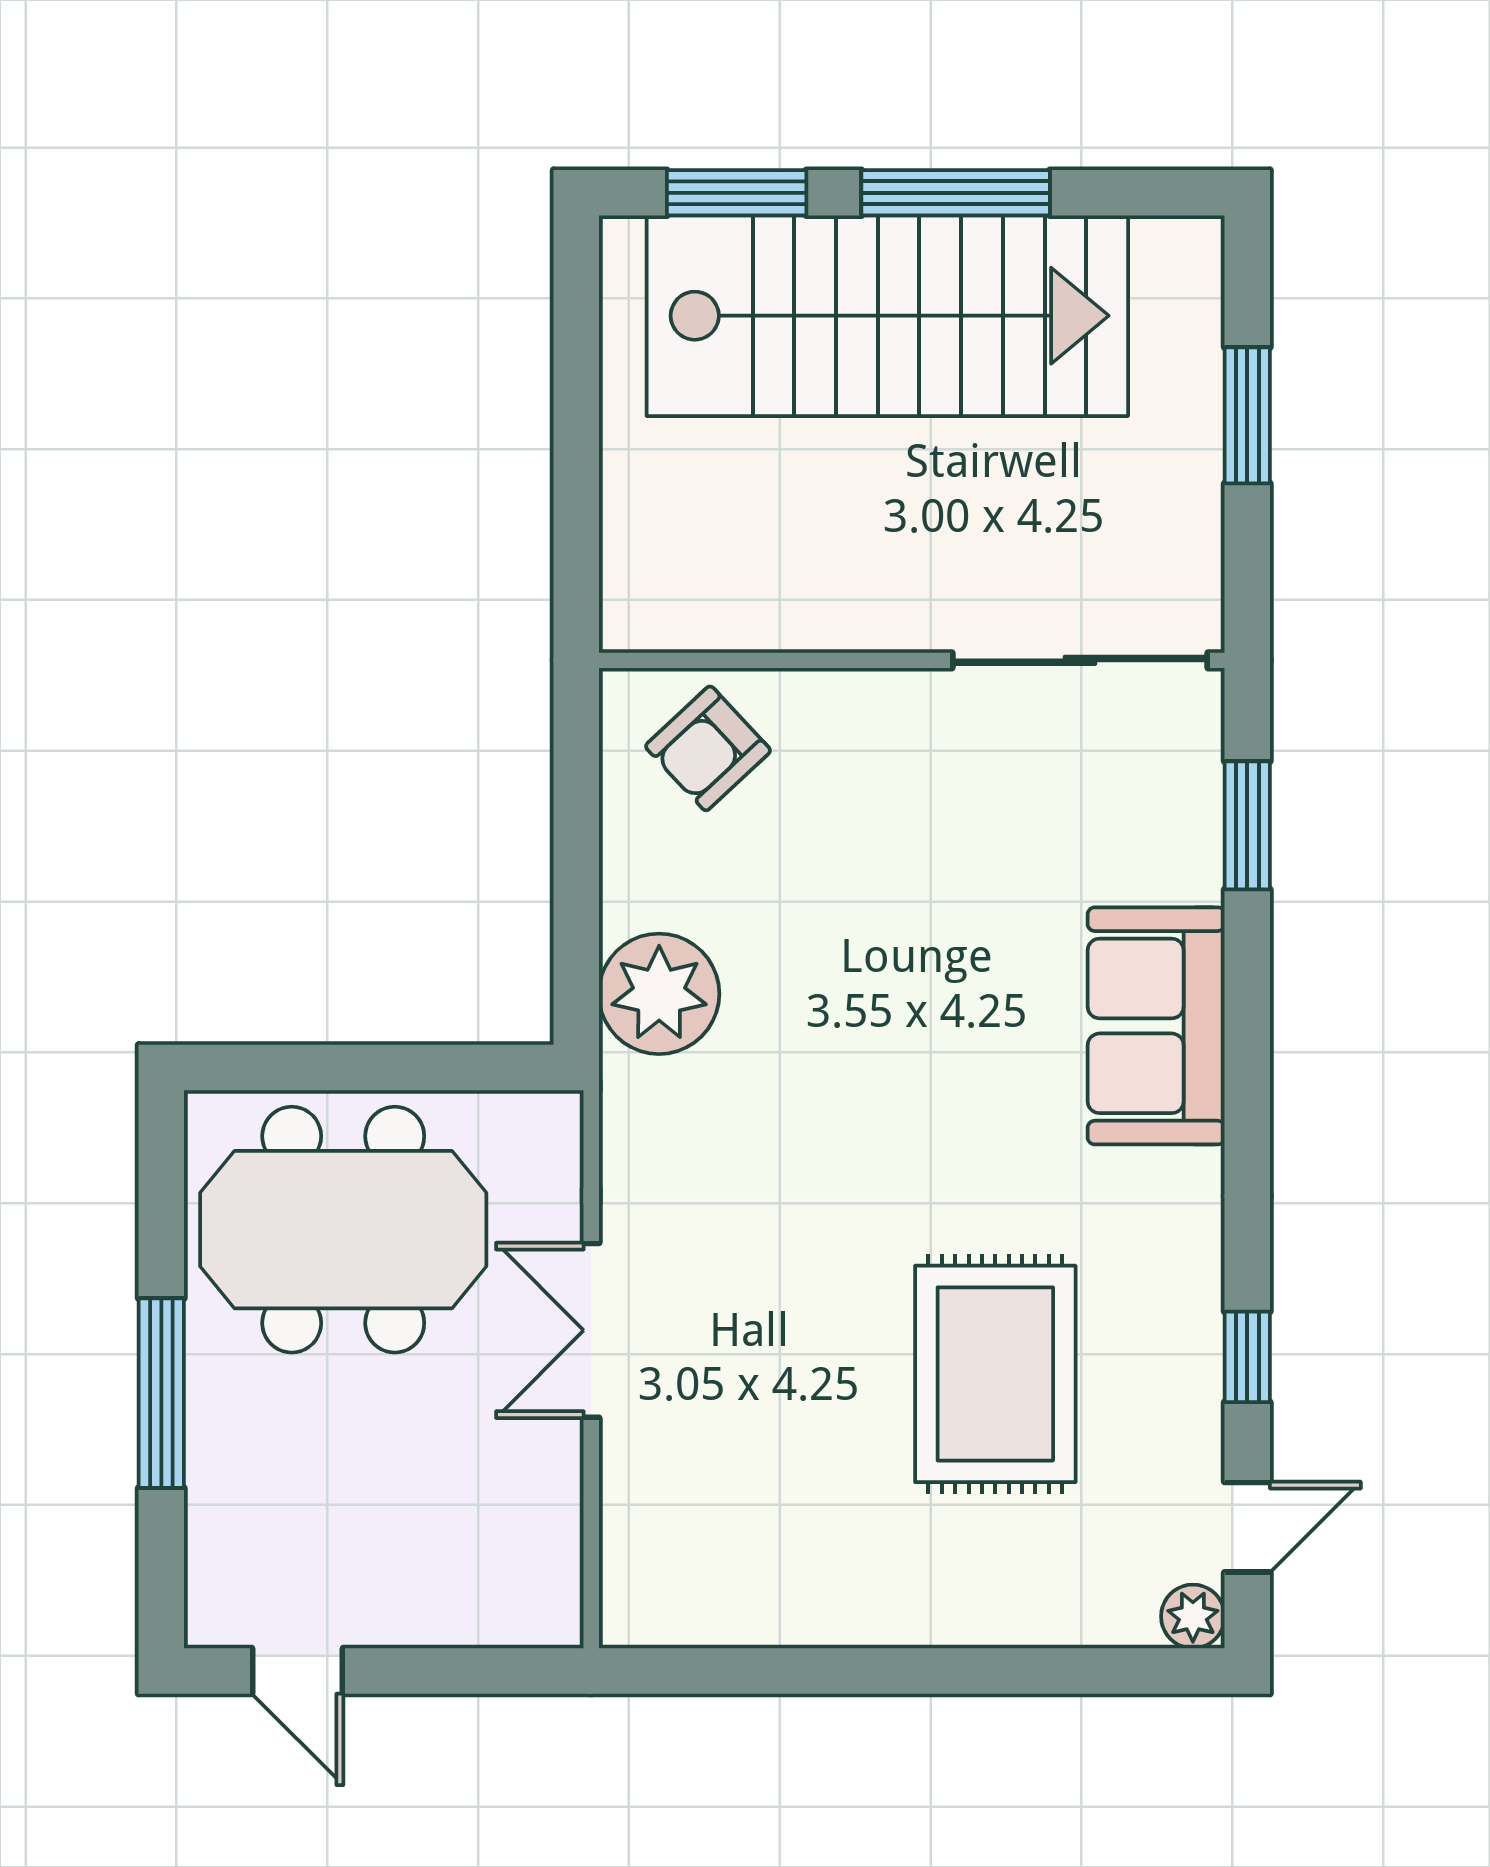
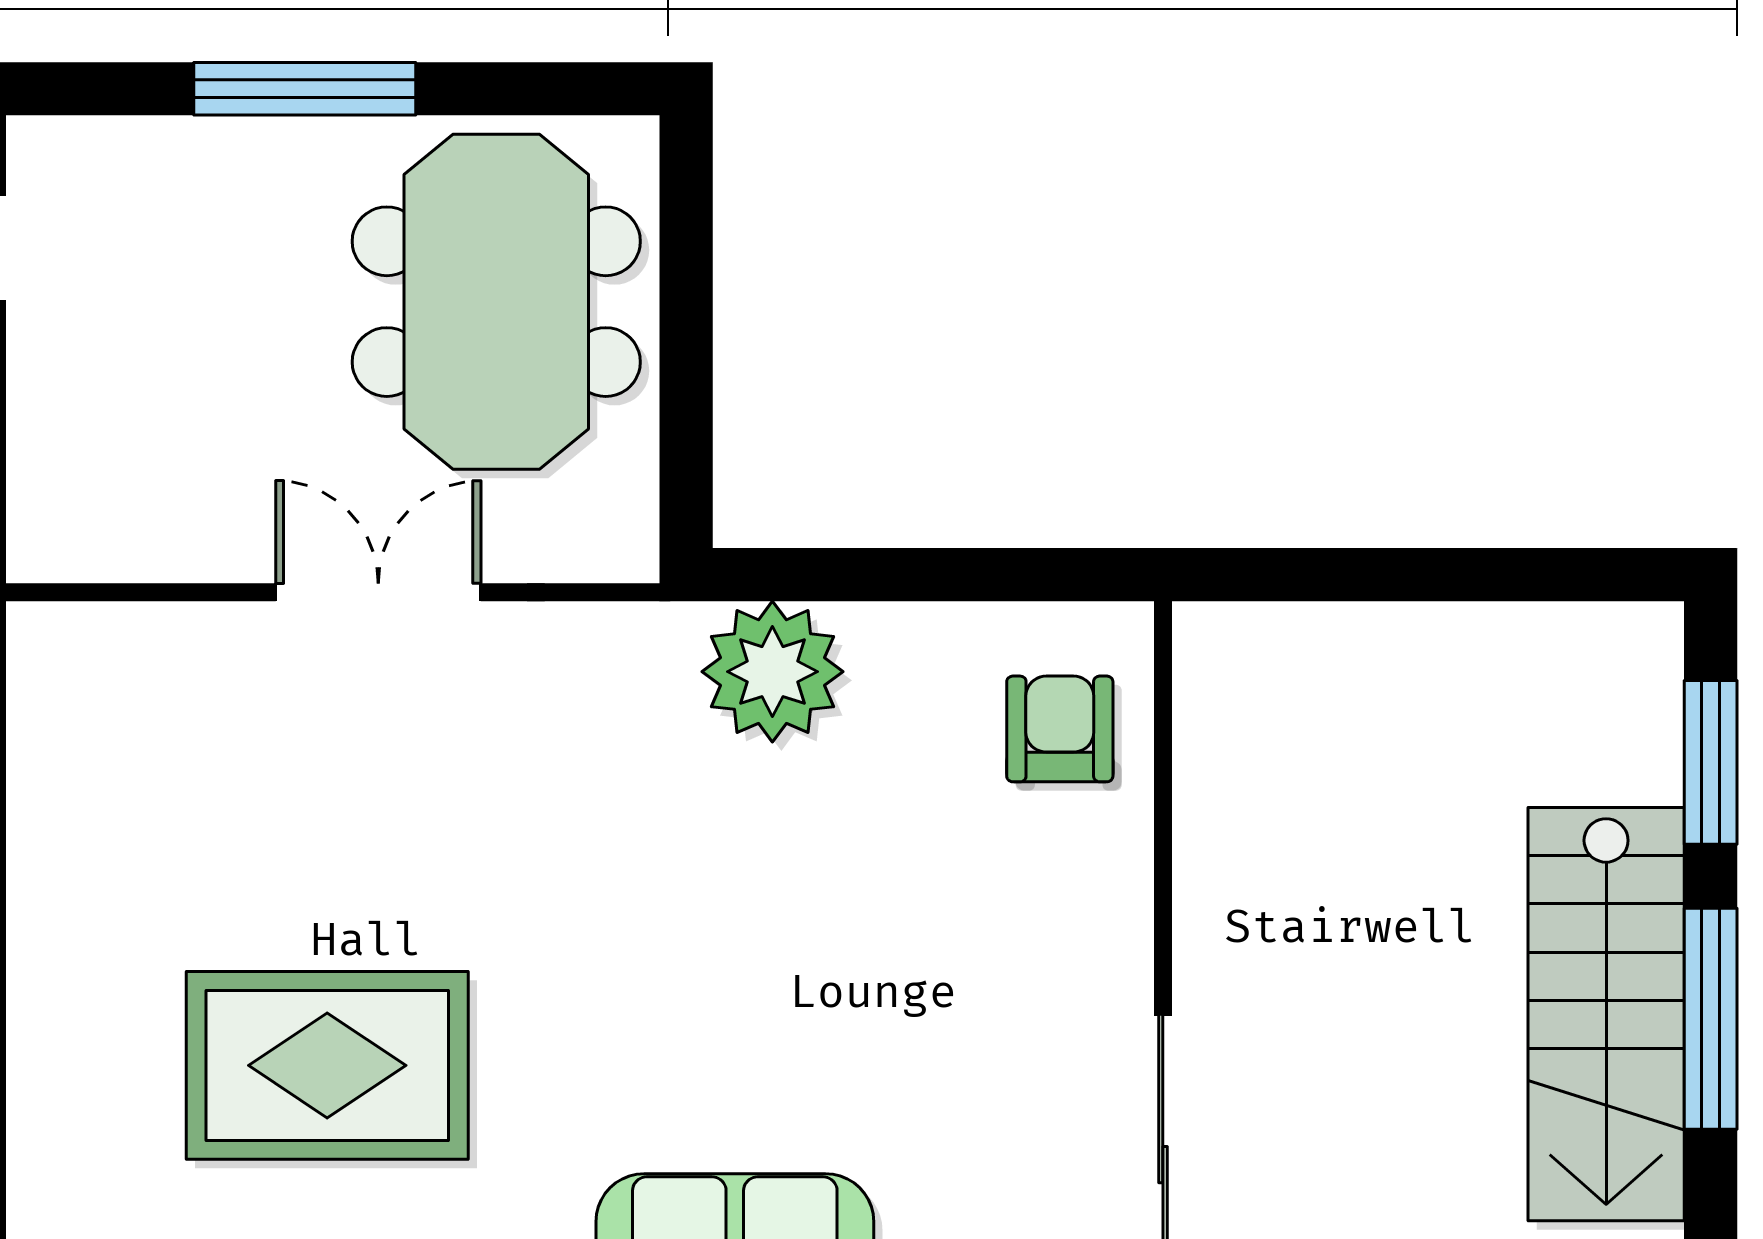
stairs: (887, 316) -> (1606, 1014), width x0.73, depth x0.66
armchair: (708, 748) -> (1060, 729), turned 43

